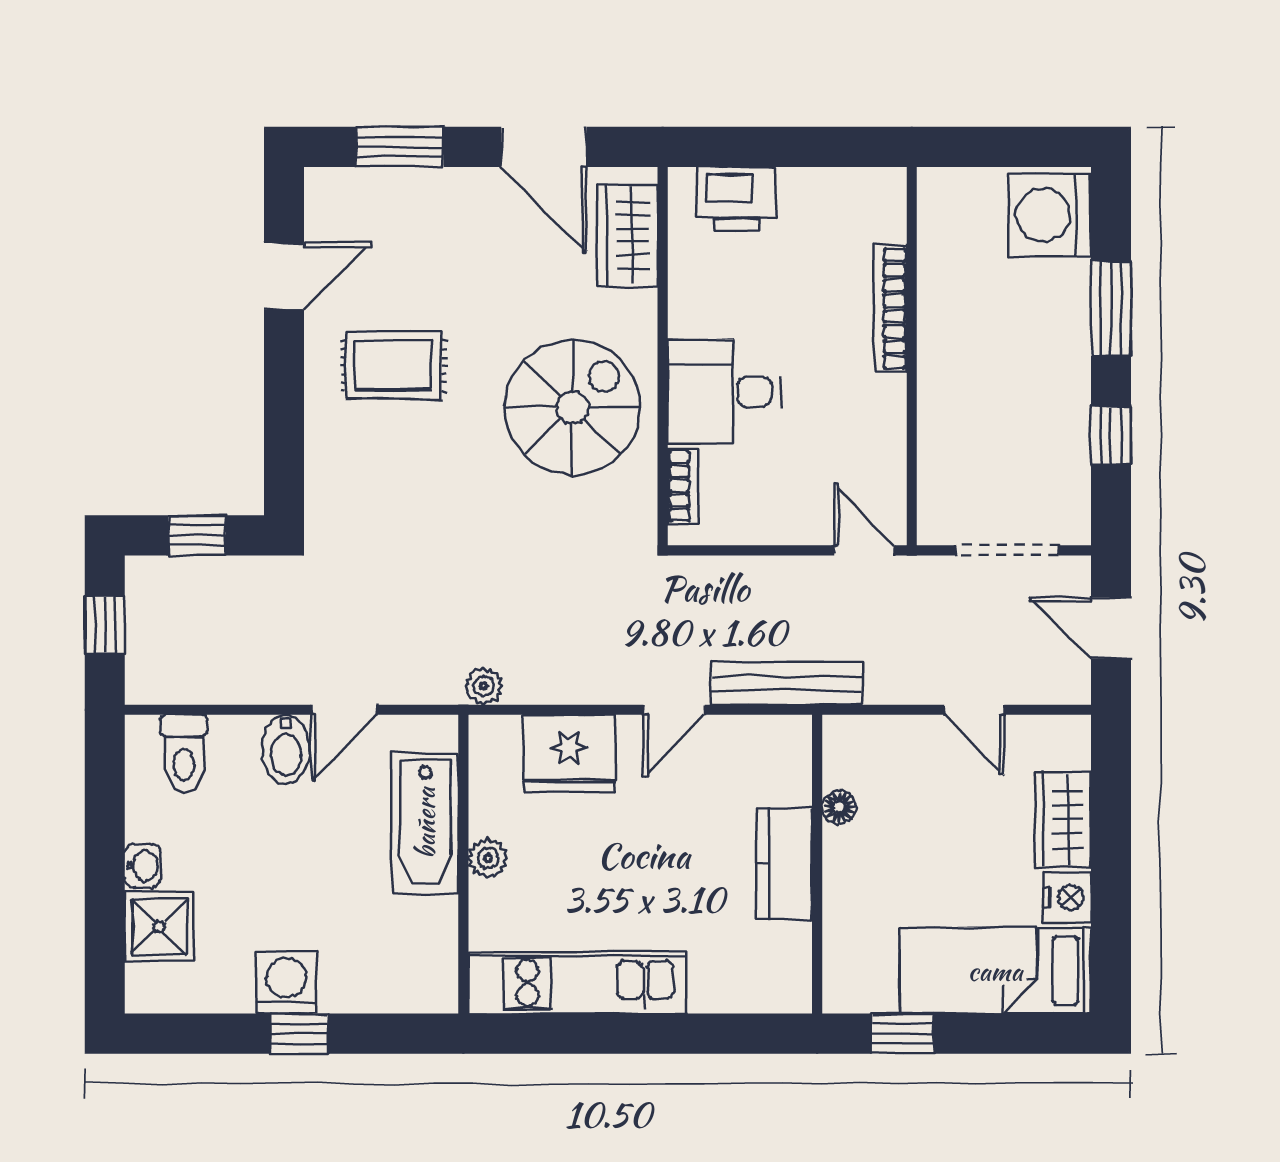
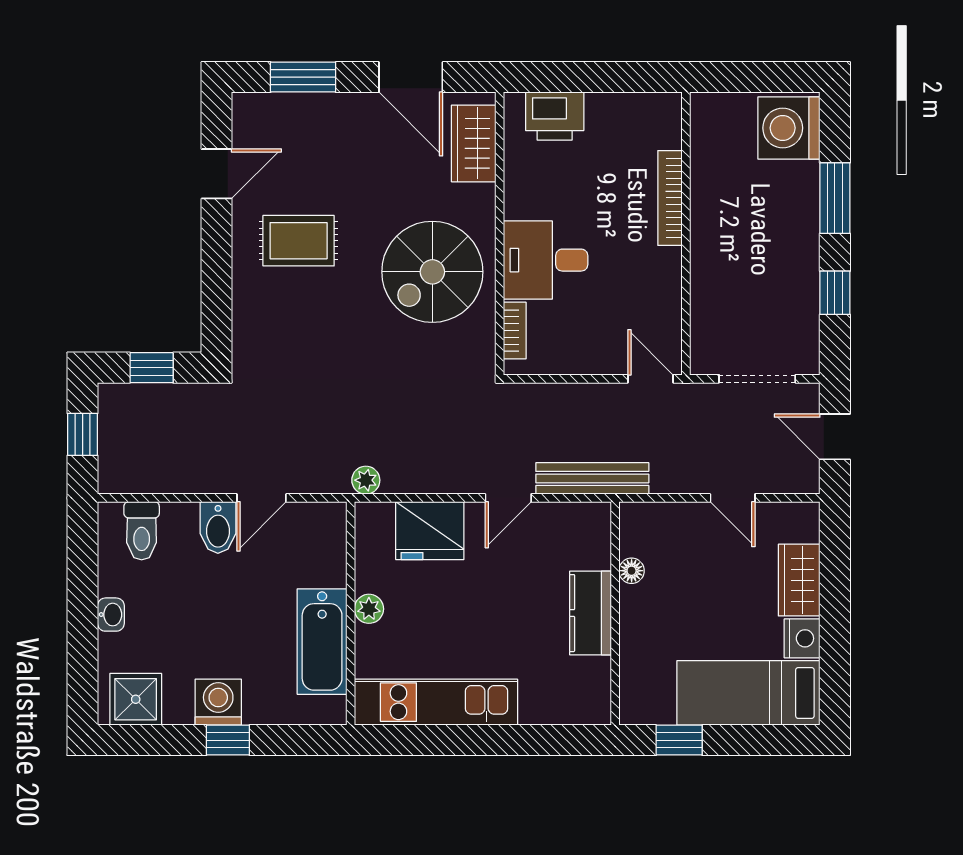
spiral stairs: (573, 407) -> (432, 272), turned 180
bathtub: (425, 823) -> (322, 642), moved
shower: (159, 927) -> (136, 699), moved

